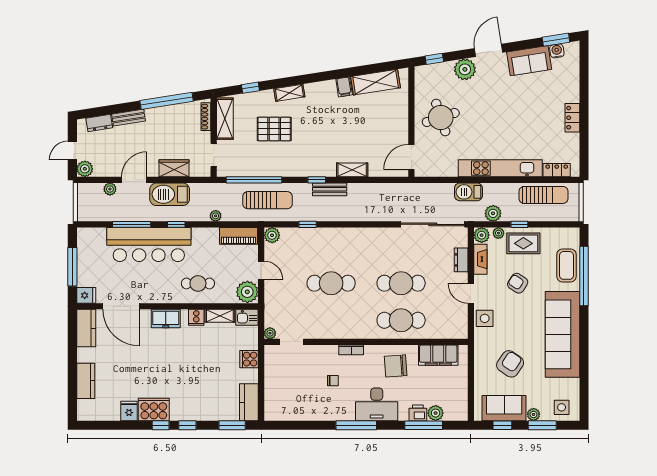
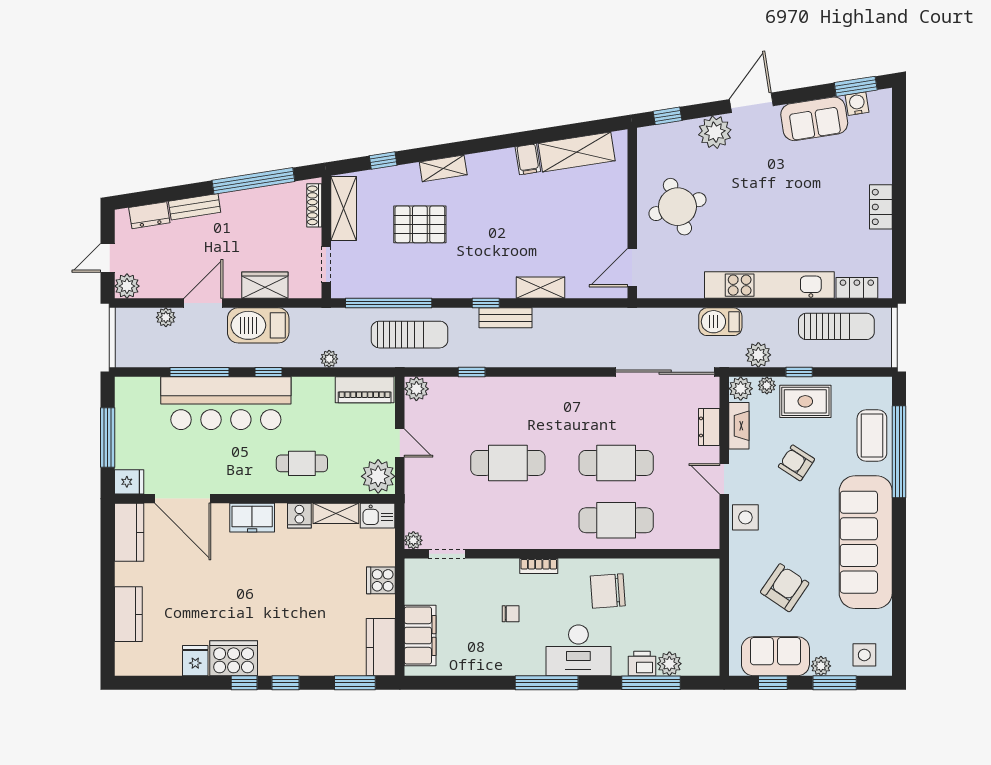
filing cabinet: (438, 355) -> (420, 636), moved, turned -90

